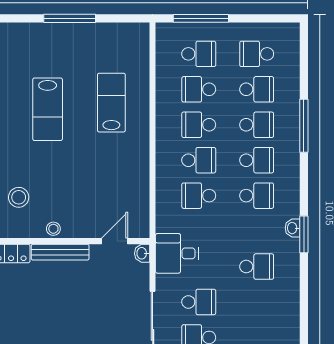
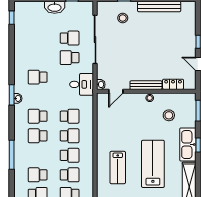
lab bench: (48, 109) -> (153, 164), width x1.36, depth x1.39
school desk: (257, 125) -> (38, 155), removed
school desk: (199, 160) -> (70, 136), turned 180

